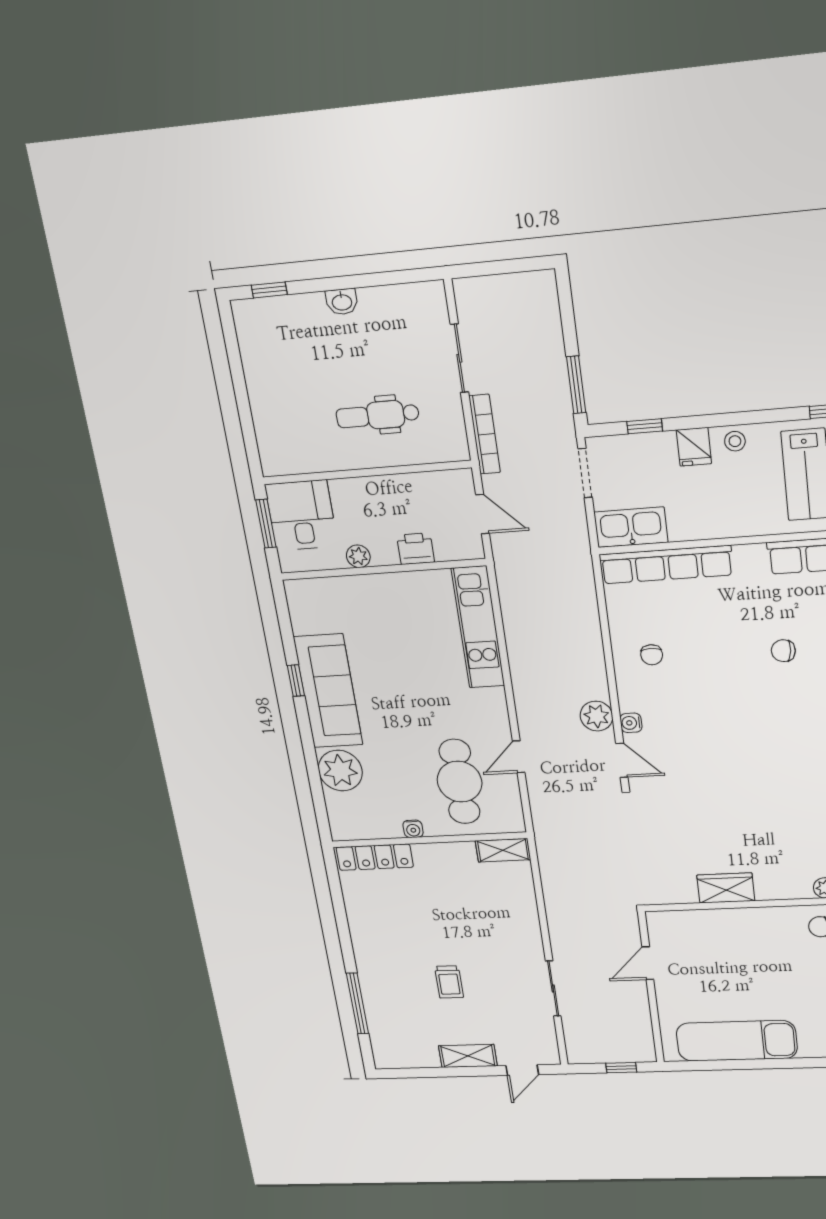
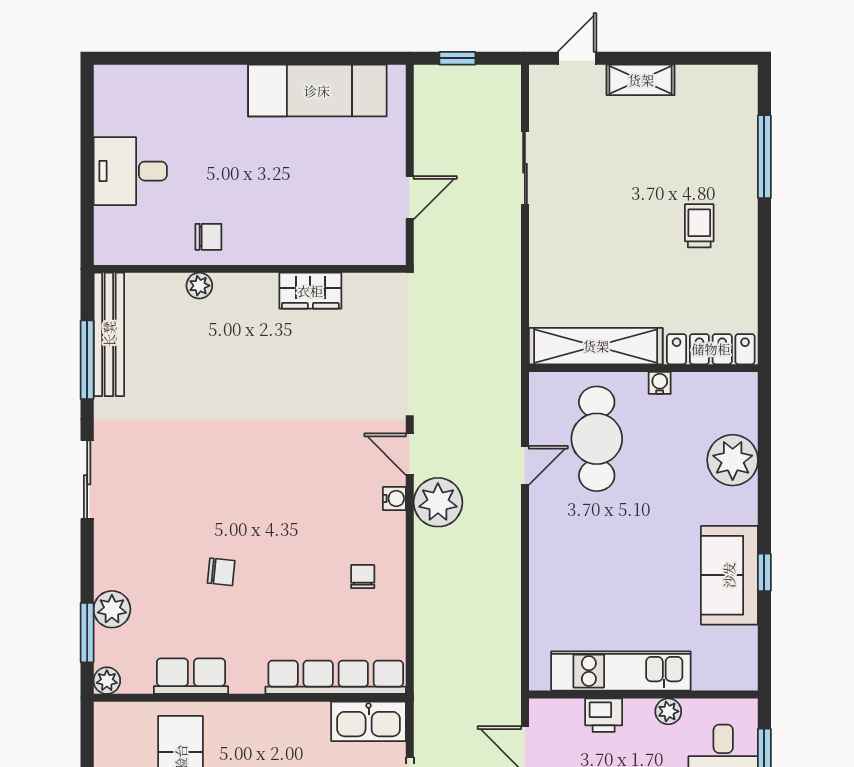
kitchen unit: (478, 627) -> (621, 671), moved, turned -90
sofa: (328, 691) -> (729, 575), width x0.73
plant: (597, 716) -> (438, 502), width x1.36, depth x1.36
shelving: (503, 850) -> (596, 346), width x2.20, depth x1.33
trolley: (449, 982) -> (699, 226), moved

